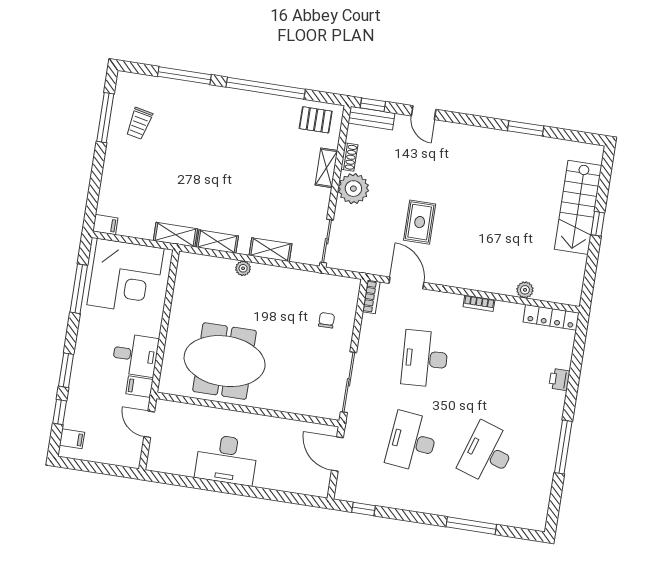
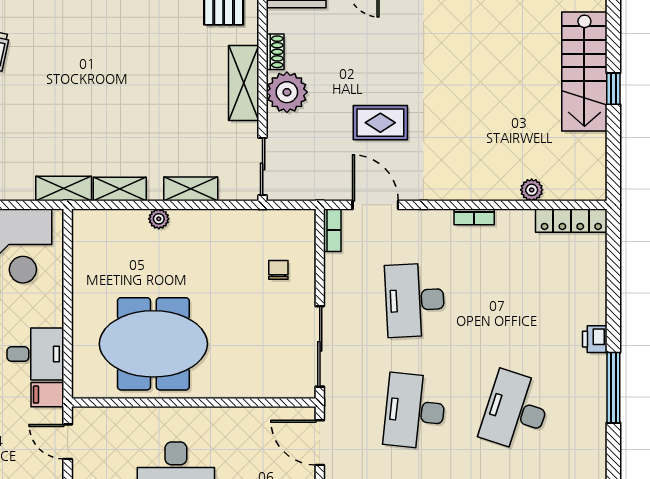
shelving: (326, 168) -> (244, 83), width x1.50, depth x1.33
rug: (420, 222) -> (380, 123), turned 90
printer: (559, 380) -> (595, 339), moved

